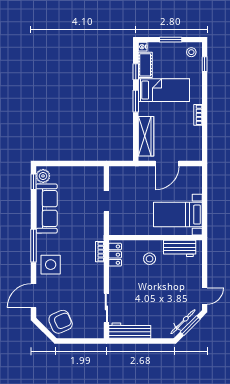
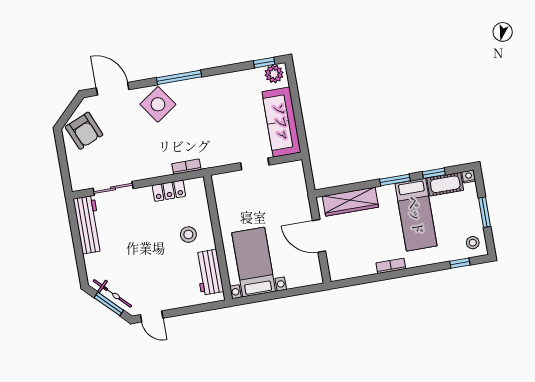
sofa: (47, 209) -> (282, 122), moved, turned 90
locker: (115, 255) -> (169, 191), moved
side table: (51, 265) -> (158, 104), turned -35

